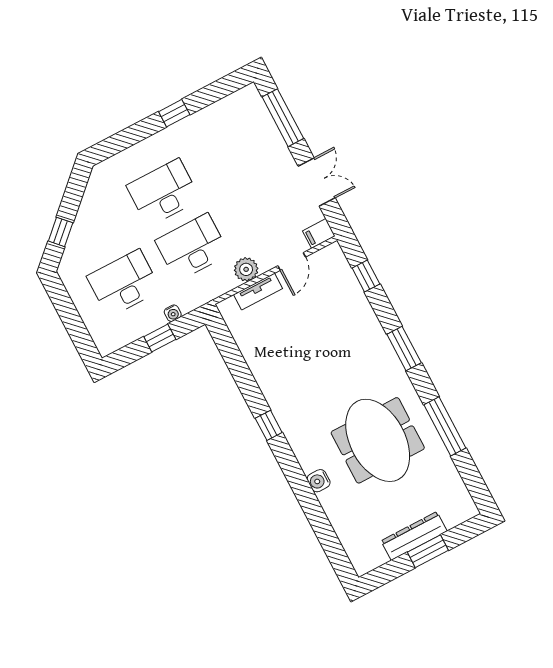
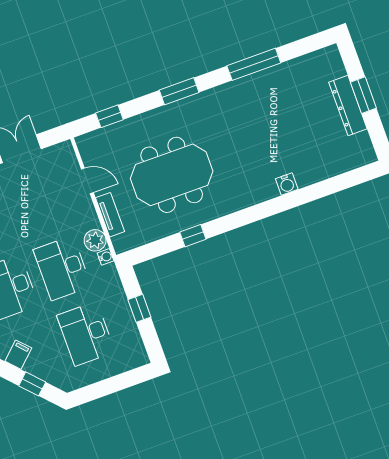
filing cabinet: (319, 233) -> (18, 355), moved, turned -133
plant: (246, 269) -> (95, 240), moved
water cooler: (173, 313) -> (106, 257), moved
window: (269, 425) -> (193, 236), moved
meeting table: (378, 440) -> (172, 175), moved

